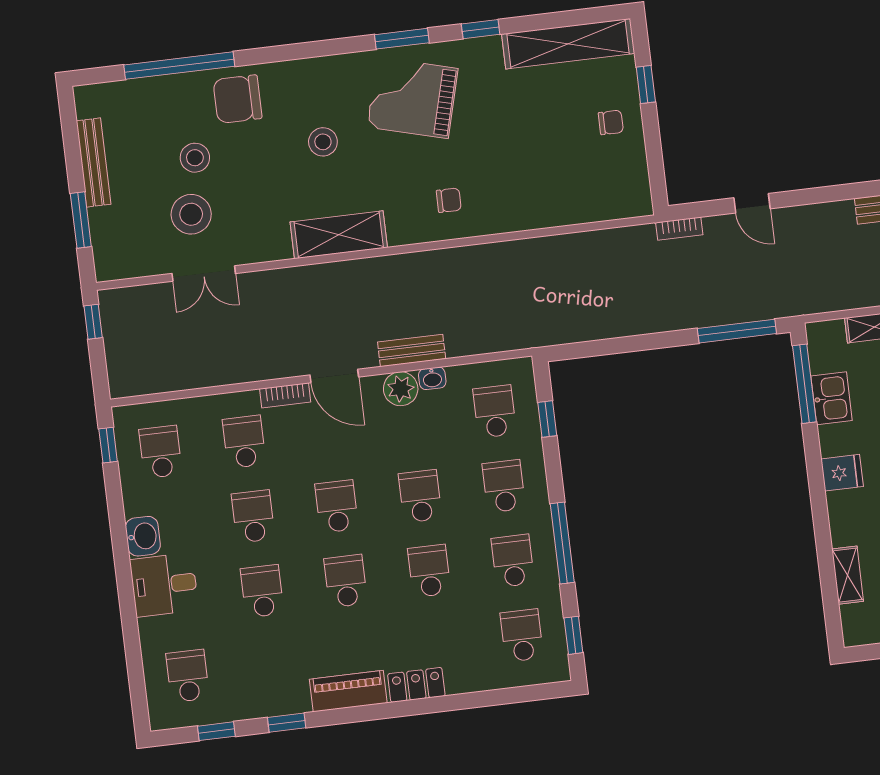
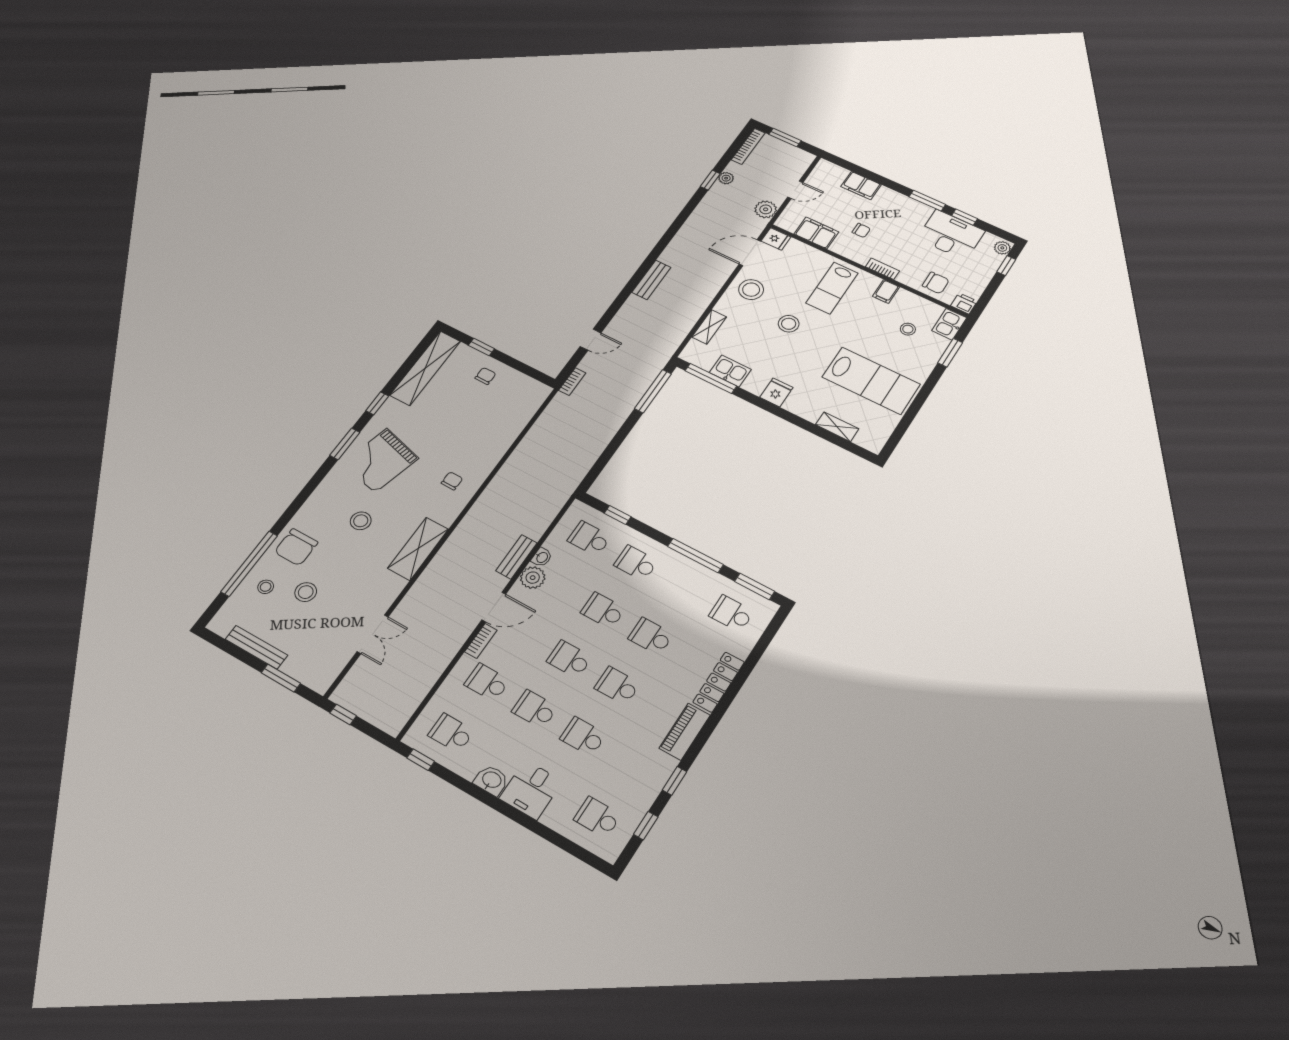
stool: (191, 214) -> (266, 587), moved, width x0.53, depth x0.53
school desk: (513, 561) -> (683, 588), removed
window: (573, 635) -> (755, 586), width x1.50
locker: (416, 685) -> (719, 682), width x1.53

